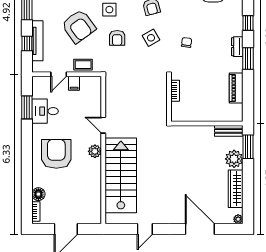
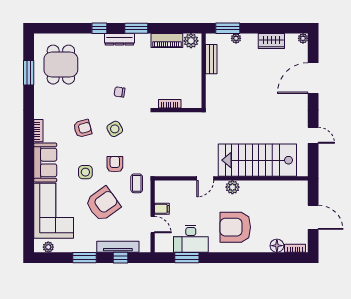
armchair: (117, 38) -> (115, 164), turned -90
dresser: (237, 47) -> (119, 39), width x1.44
coffee table: (83, 65) -> (137, 183), moved
desk: (45, 111) -> (191, 239), width x1.37
plant: (236, 111) -> (191, 41), added
bench: (229, 131) -> (211, 59), moved
plant: (234, 159) -> (236, 38), width x0.53, depth x0.53
wardrobe: (236, 189) -> (271, 41), width x0.67

